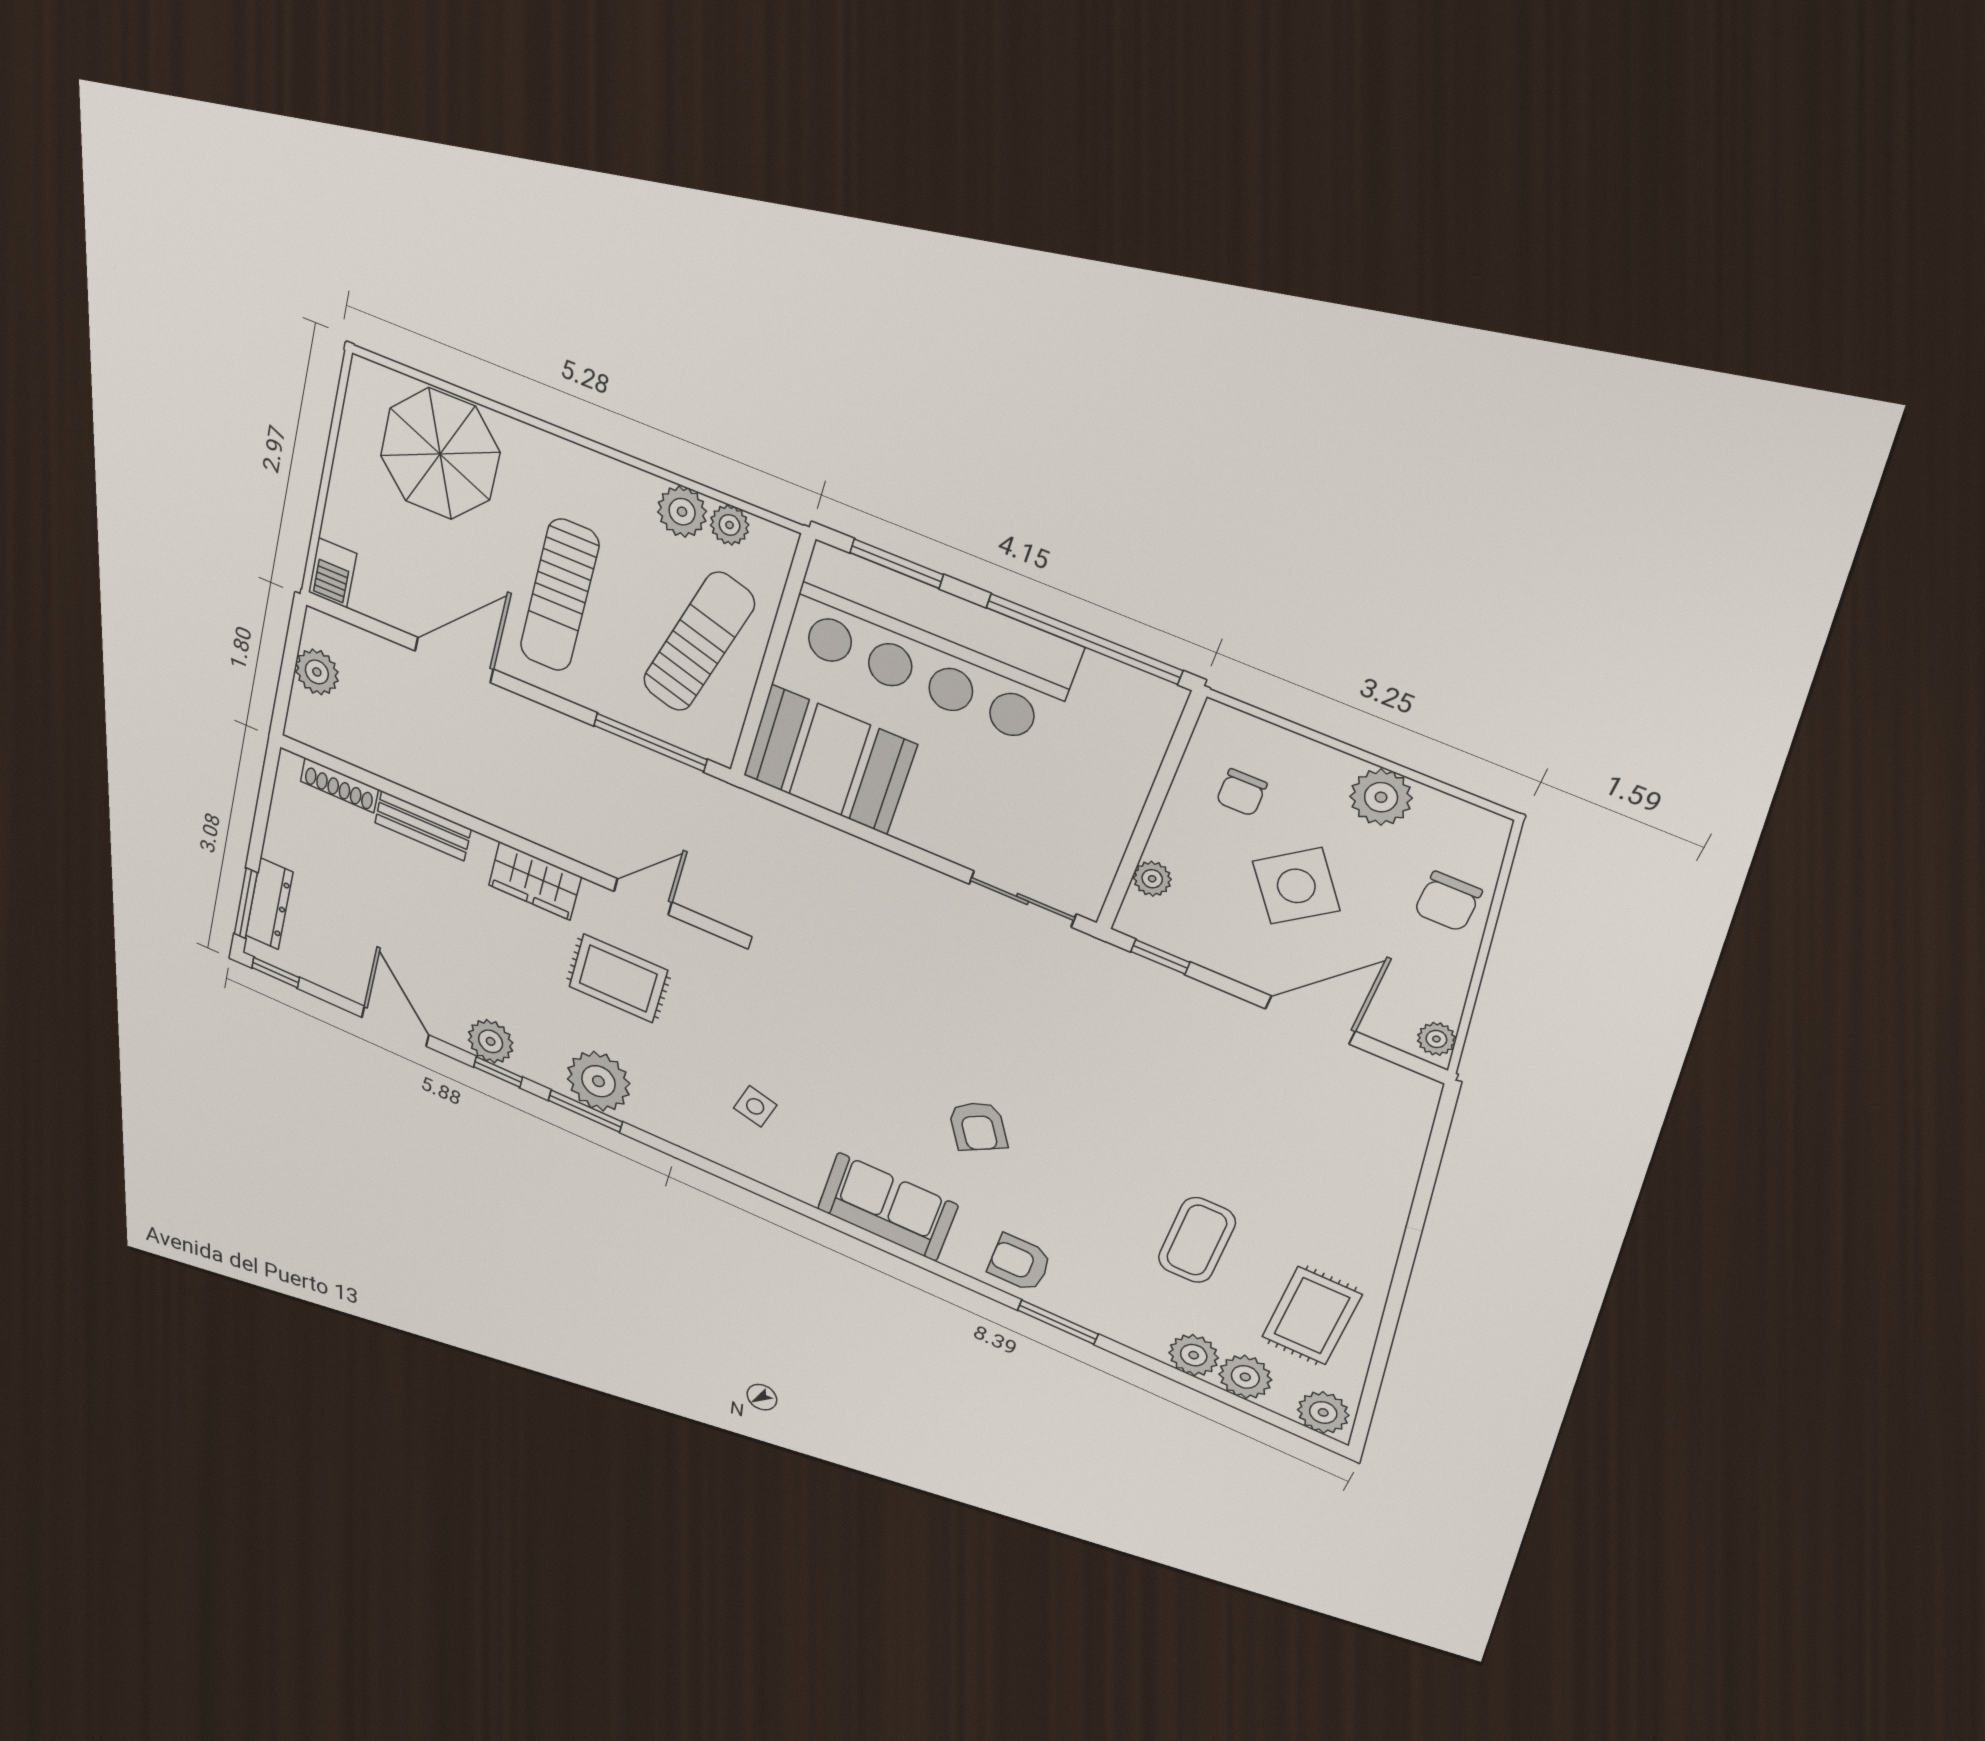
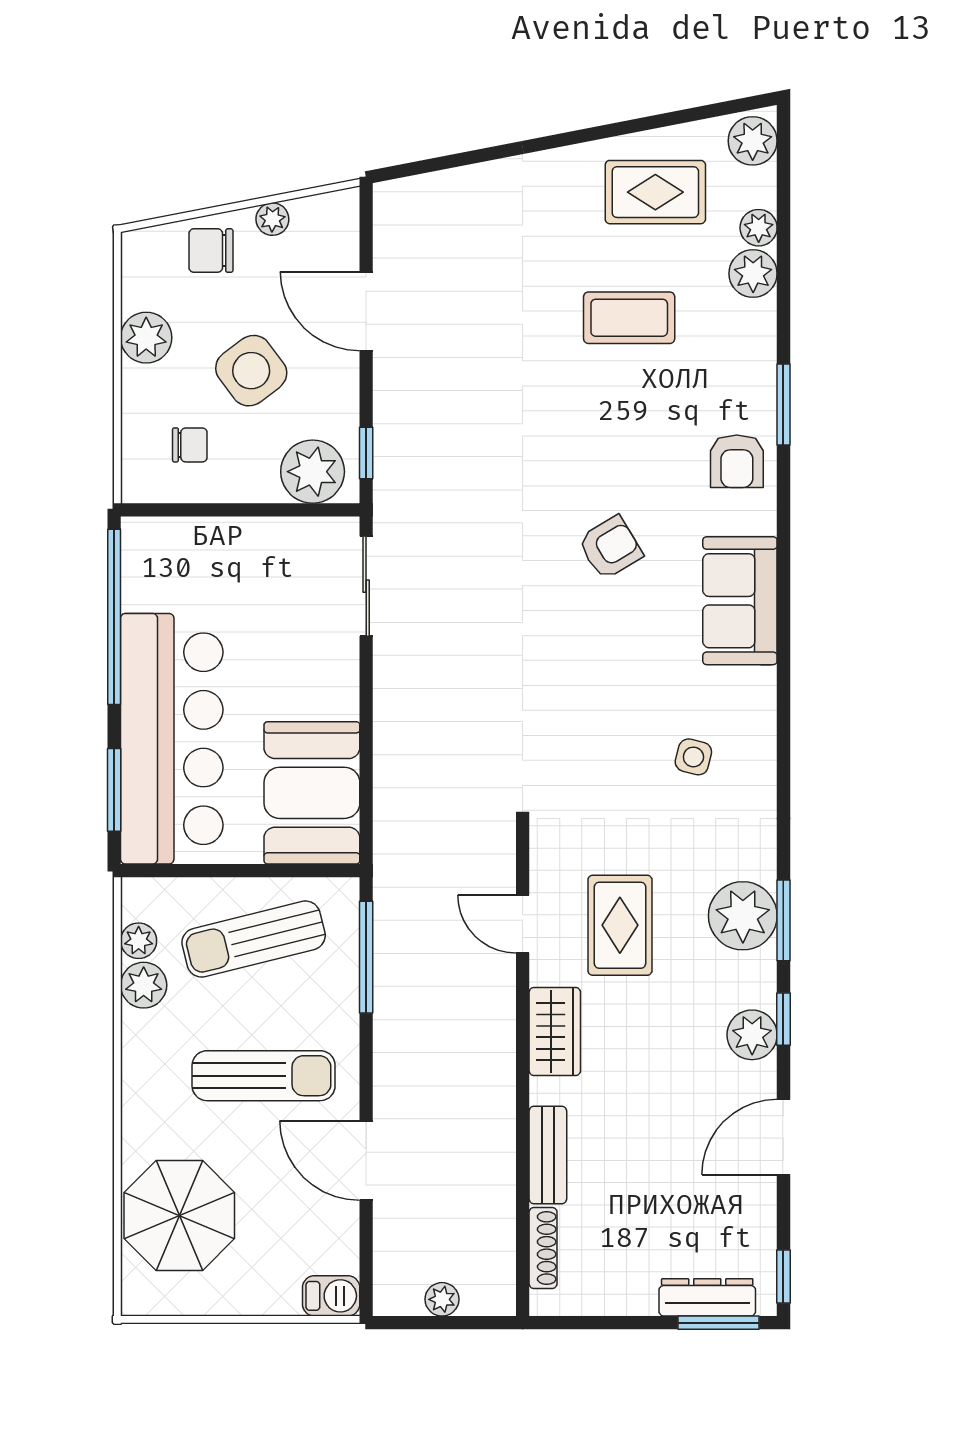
sun lounger: (699, 642) -> (254, 939), turned -30
plant: (317, 672) -> (442, 1299), width x0.73, depth x0.73
plant: (1152, 879) -> (313, 472), width x1.88, depth x1.88
chair: (1448, 902) -> (211, 251), turned 180
plant: (1436, 1039) -> (272, 219), moved
plant: (1245, 1377) -> (759, 228), width x0.73, depth x0.73

